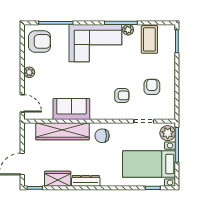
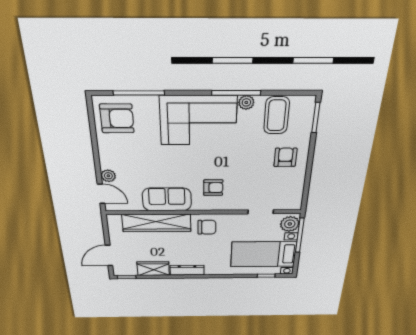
plant: (29, 72) -> (108, 176), moved
armchair: (152, 87) -> (285, 157), moved
armchair: (122, 95) -> (213, 188), moved
chair: (102, 136) -> (207, 227), turned 180

